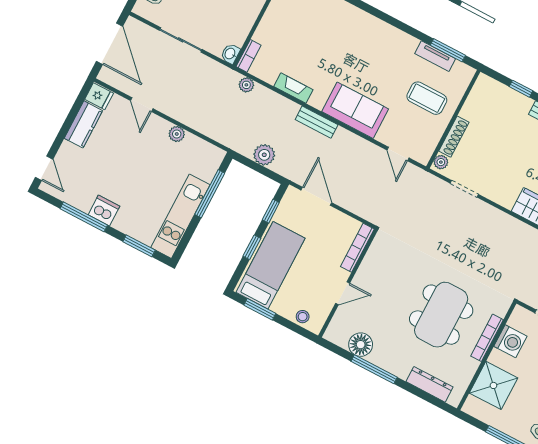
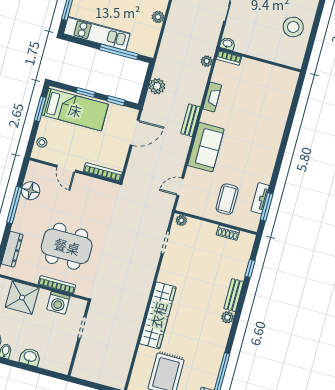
shoe rack: (454, 137) -> (228, 233), moved, width x0.70

